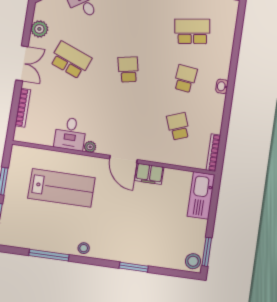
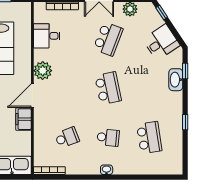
school desk: (128, 69) -> (108, 88), width x1.85
desk: (70, 134) -> (47, 36), moved
plant: (90, 147) -> (43, 71), width x1.87, depth x1.87

